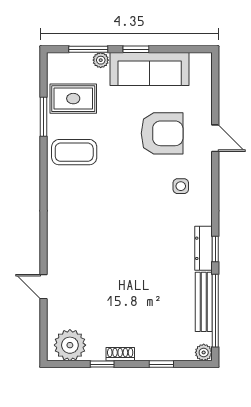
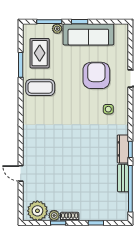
rug: (73, 99) -> (40, 53), turned 90
armchair: (162, 133) -> (96, 75), turned -90
bench: (204, 302) -> (123, 178), width x0.73
plant: (204, 352) -> (54, 215), moved

